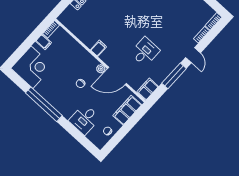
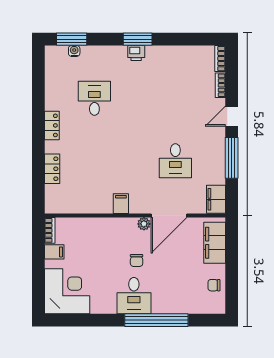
desk: (145, 52) -> (175, 161), turned 180
door: (193, 55) -> (232, 116), swing flipped
window: (44, 104) -> (156, 320), moved
desk: (85, 119) -> (134, 296), moved

